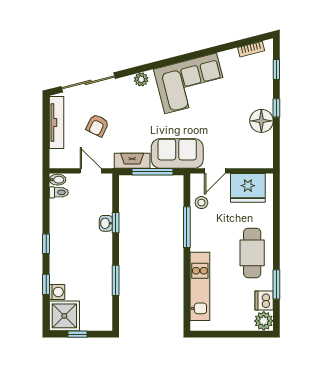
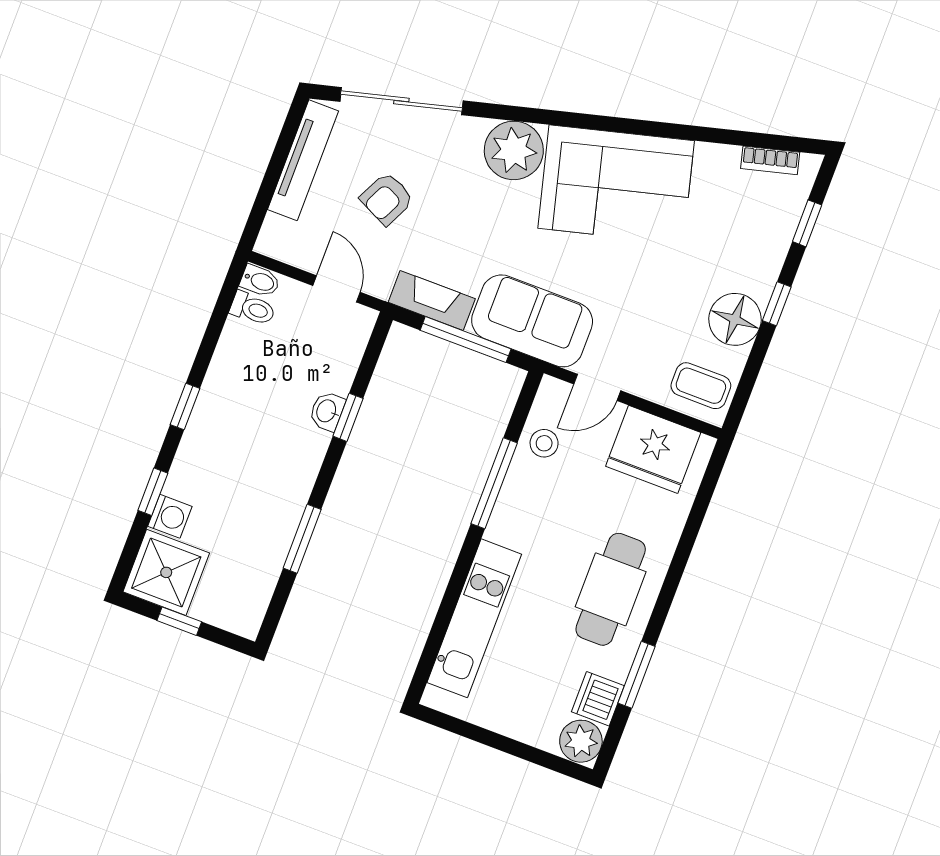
plant: (141, 79) -> (514, 150), width x1.87, depth x1.87
coffee table: (258, 154) -> (701, 386), added

